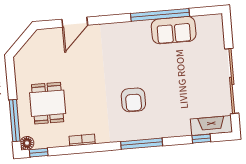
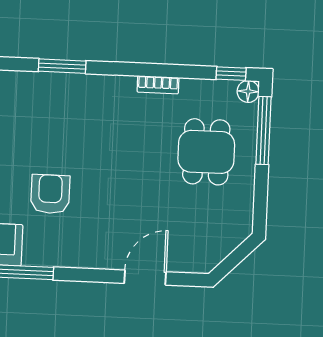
armchair: (133, 100) -> (50, 194), moved
window: (142, 144) -> (62, 66), width x0.69

